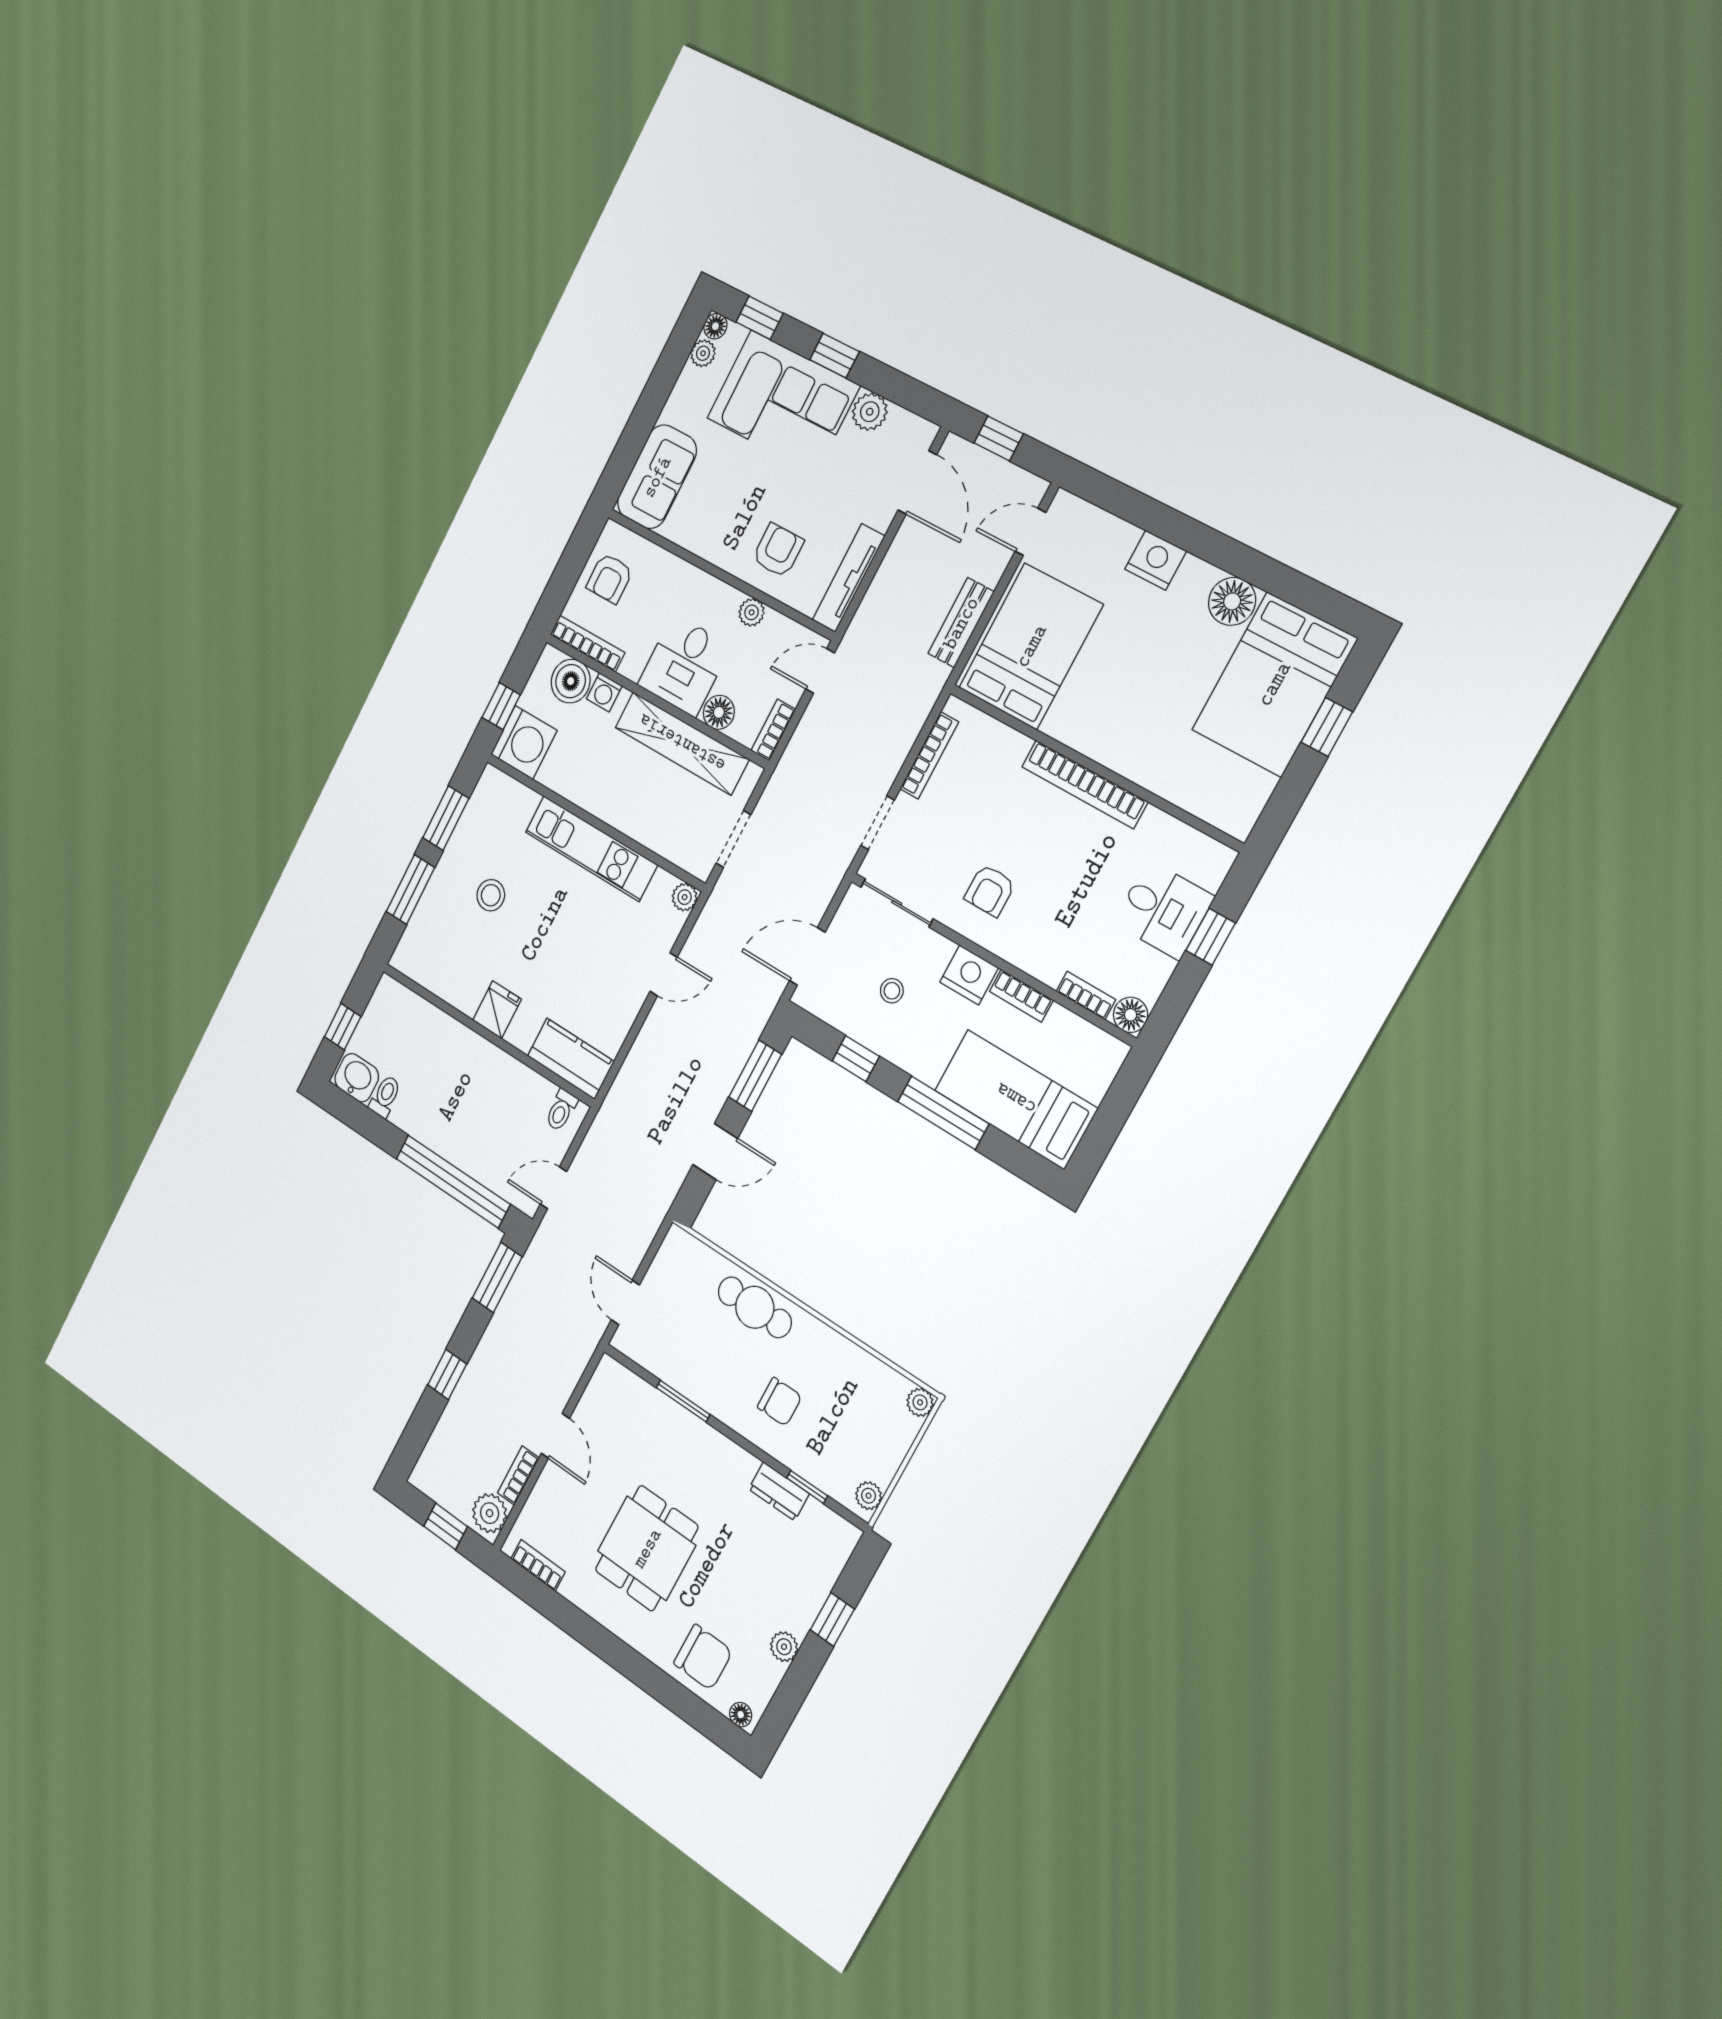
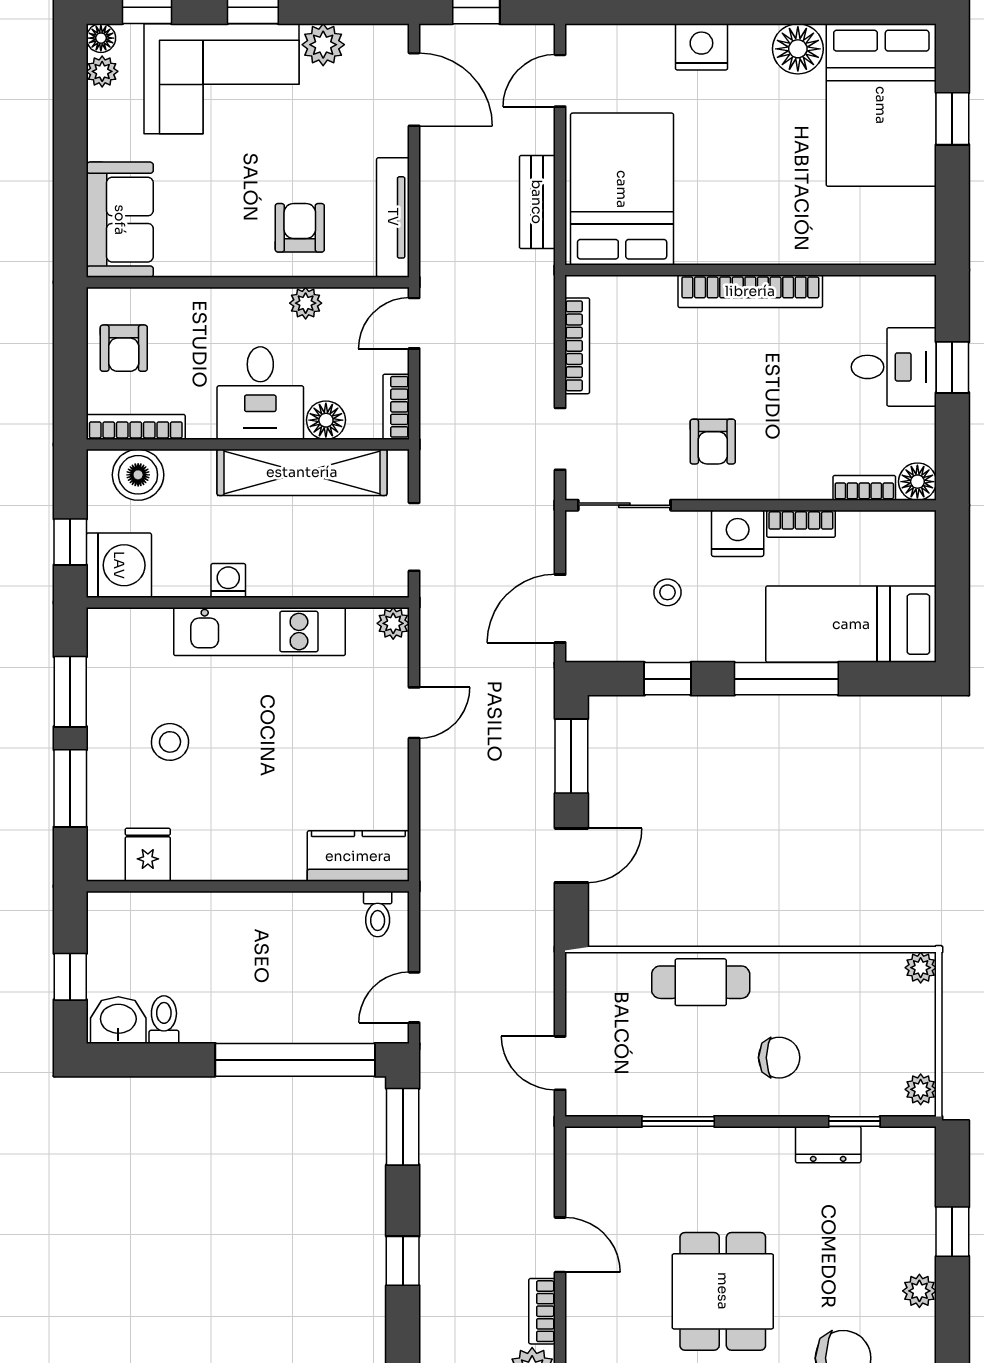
washing machine: (604, 692) -> (228, 581), moved, turned 180
fridge: (497, 1010) -> (148, 855), moved

